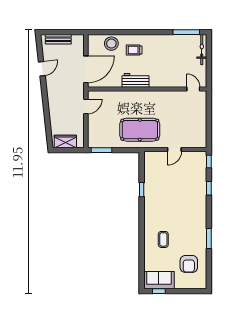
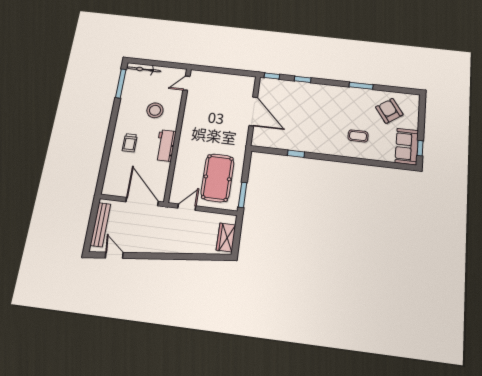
bench: (58, 39) -> (100, 225), width x1.36
stool: (111, 44) -> (155, 110), moved
door: (42, 69) -> (114, 255), moved
door: (86, 106) -> (187, 207), hinge flipped
pool table: (140, 130) -> (217, 178), moved
door: (174, 150) -> (253, 111), width x1.88
armchair: (189, 264) -> (389, 111), turned -125

